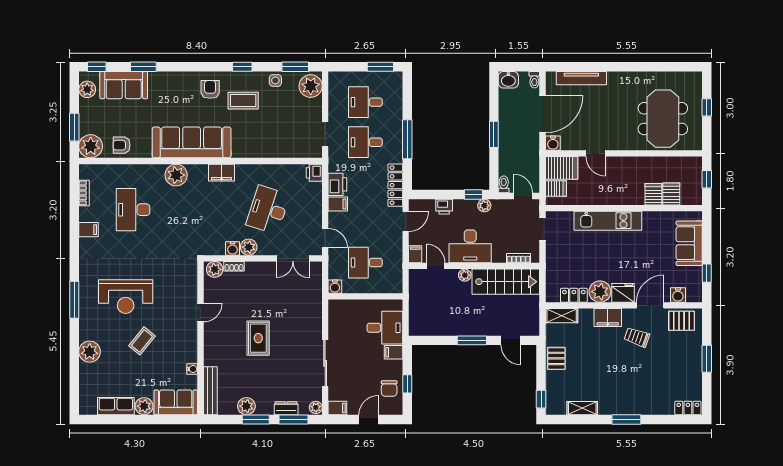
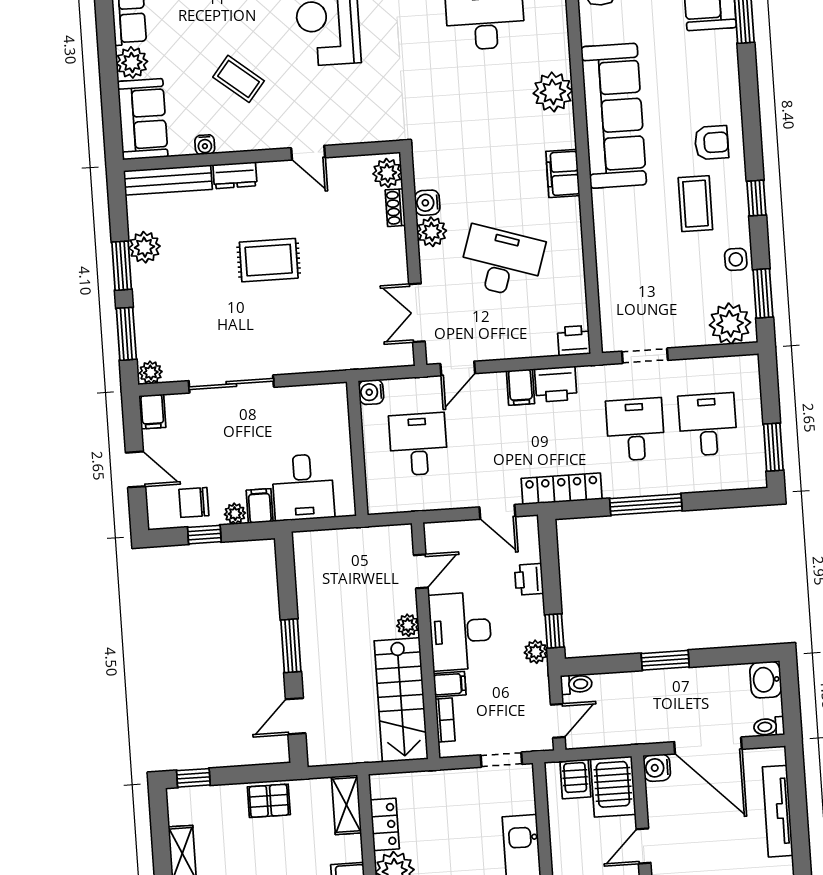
filing cabinet: (415, 254) -> (450, 684), moved
coffee table: (142, 341) -> (239, 79), moved
plant: (397, 366) -> (235, 514), added
dresser: (286, 408) -> (235, 175), moved, turned 90

